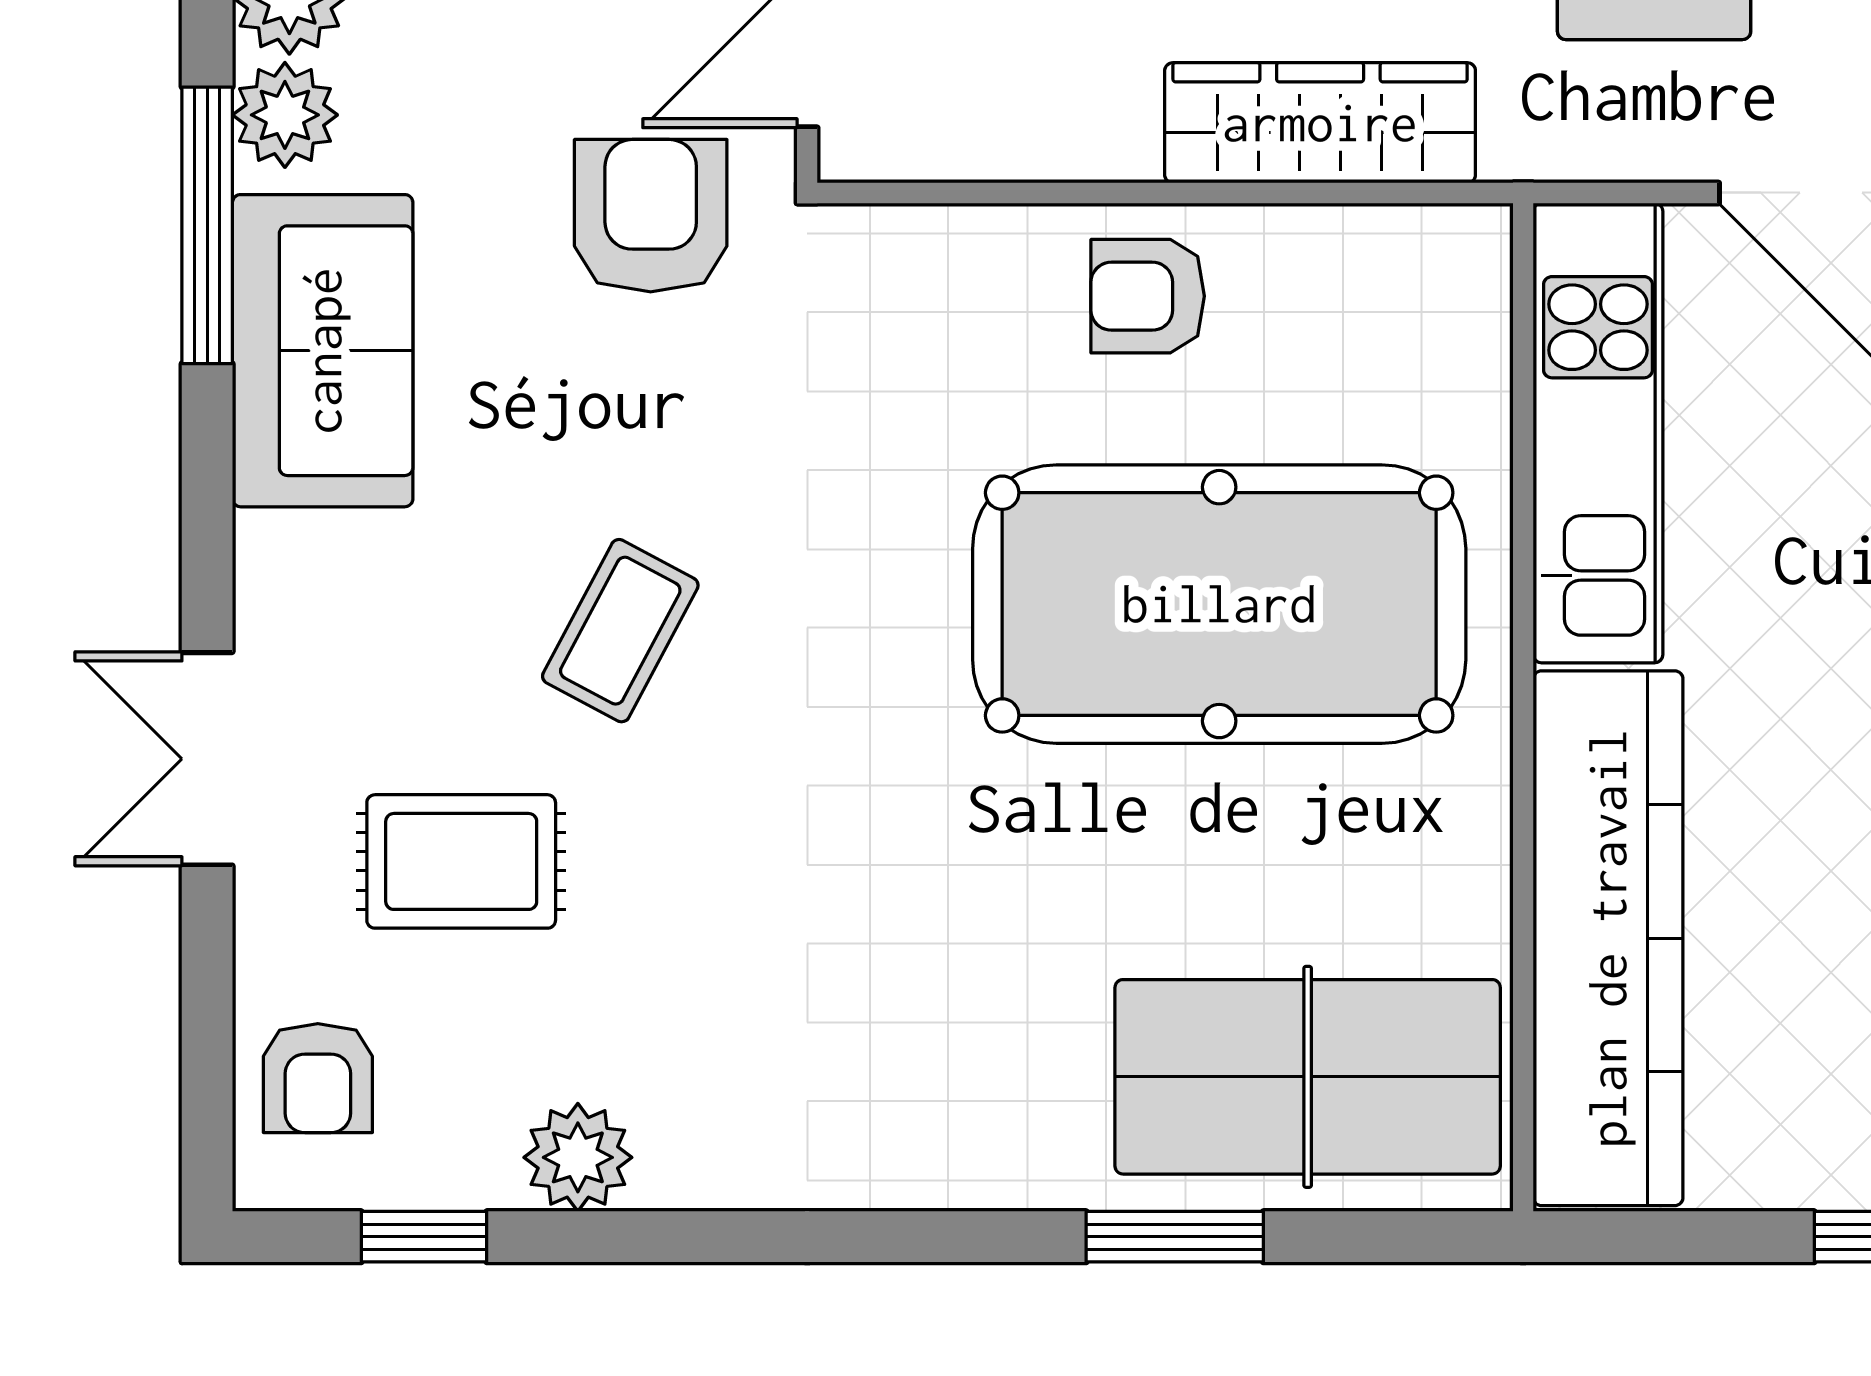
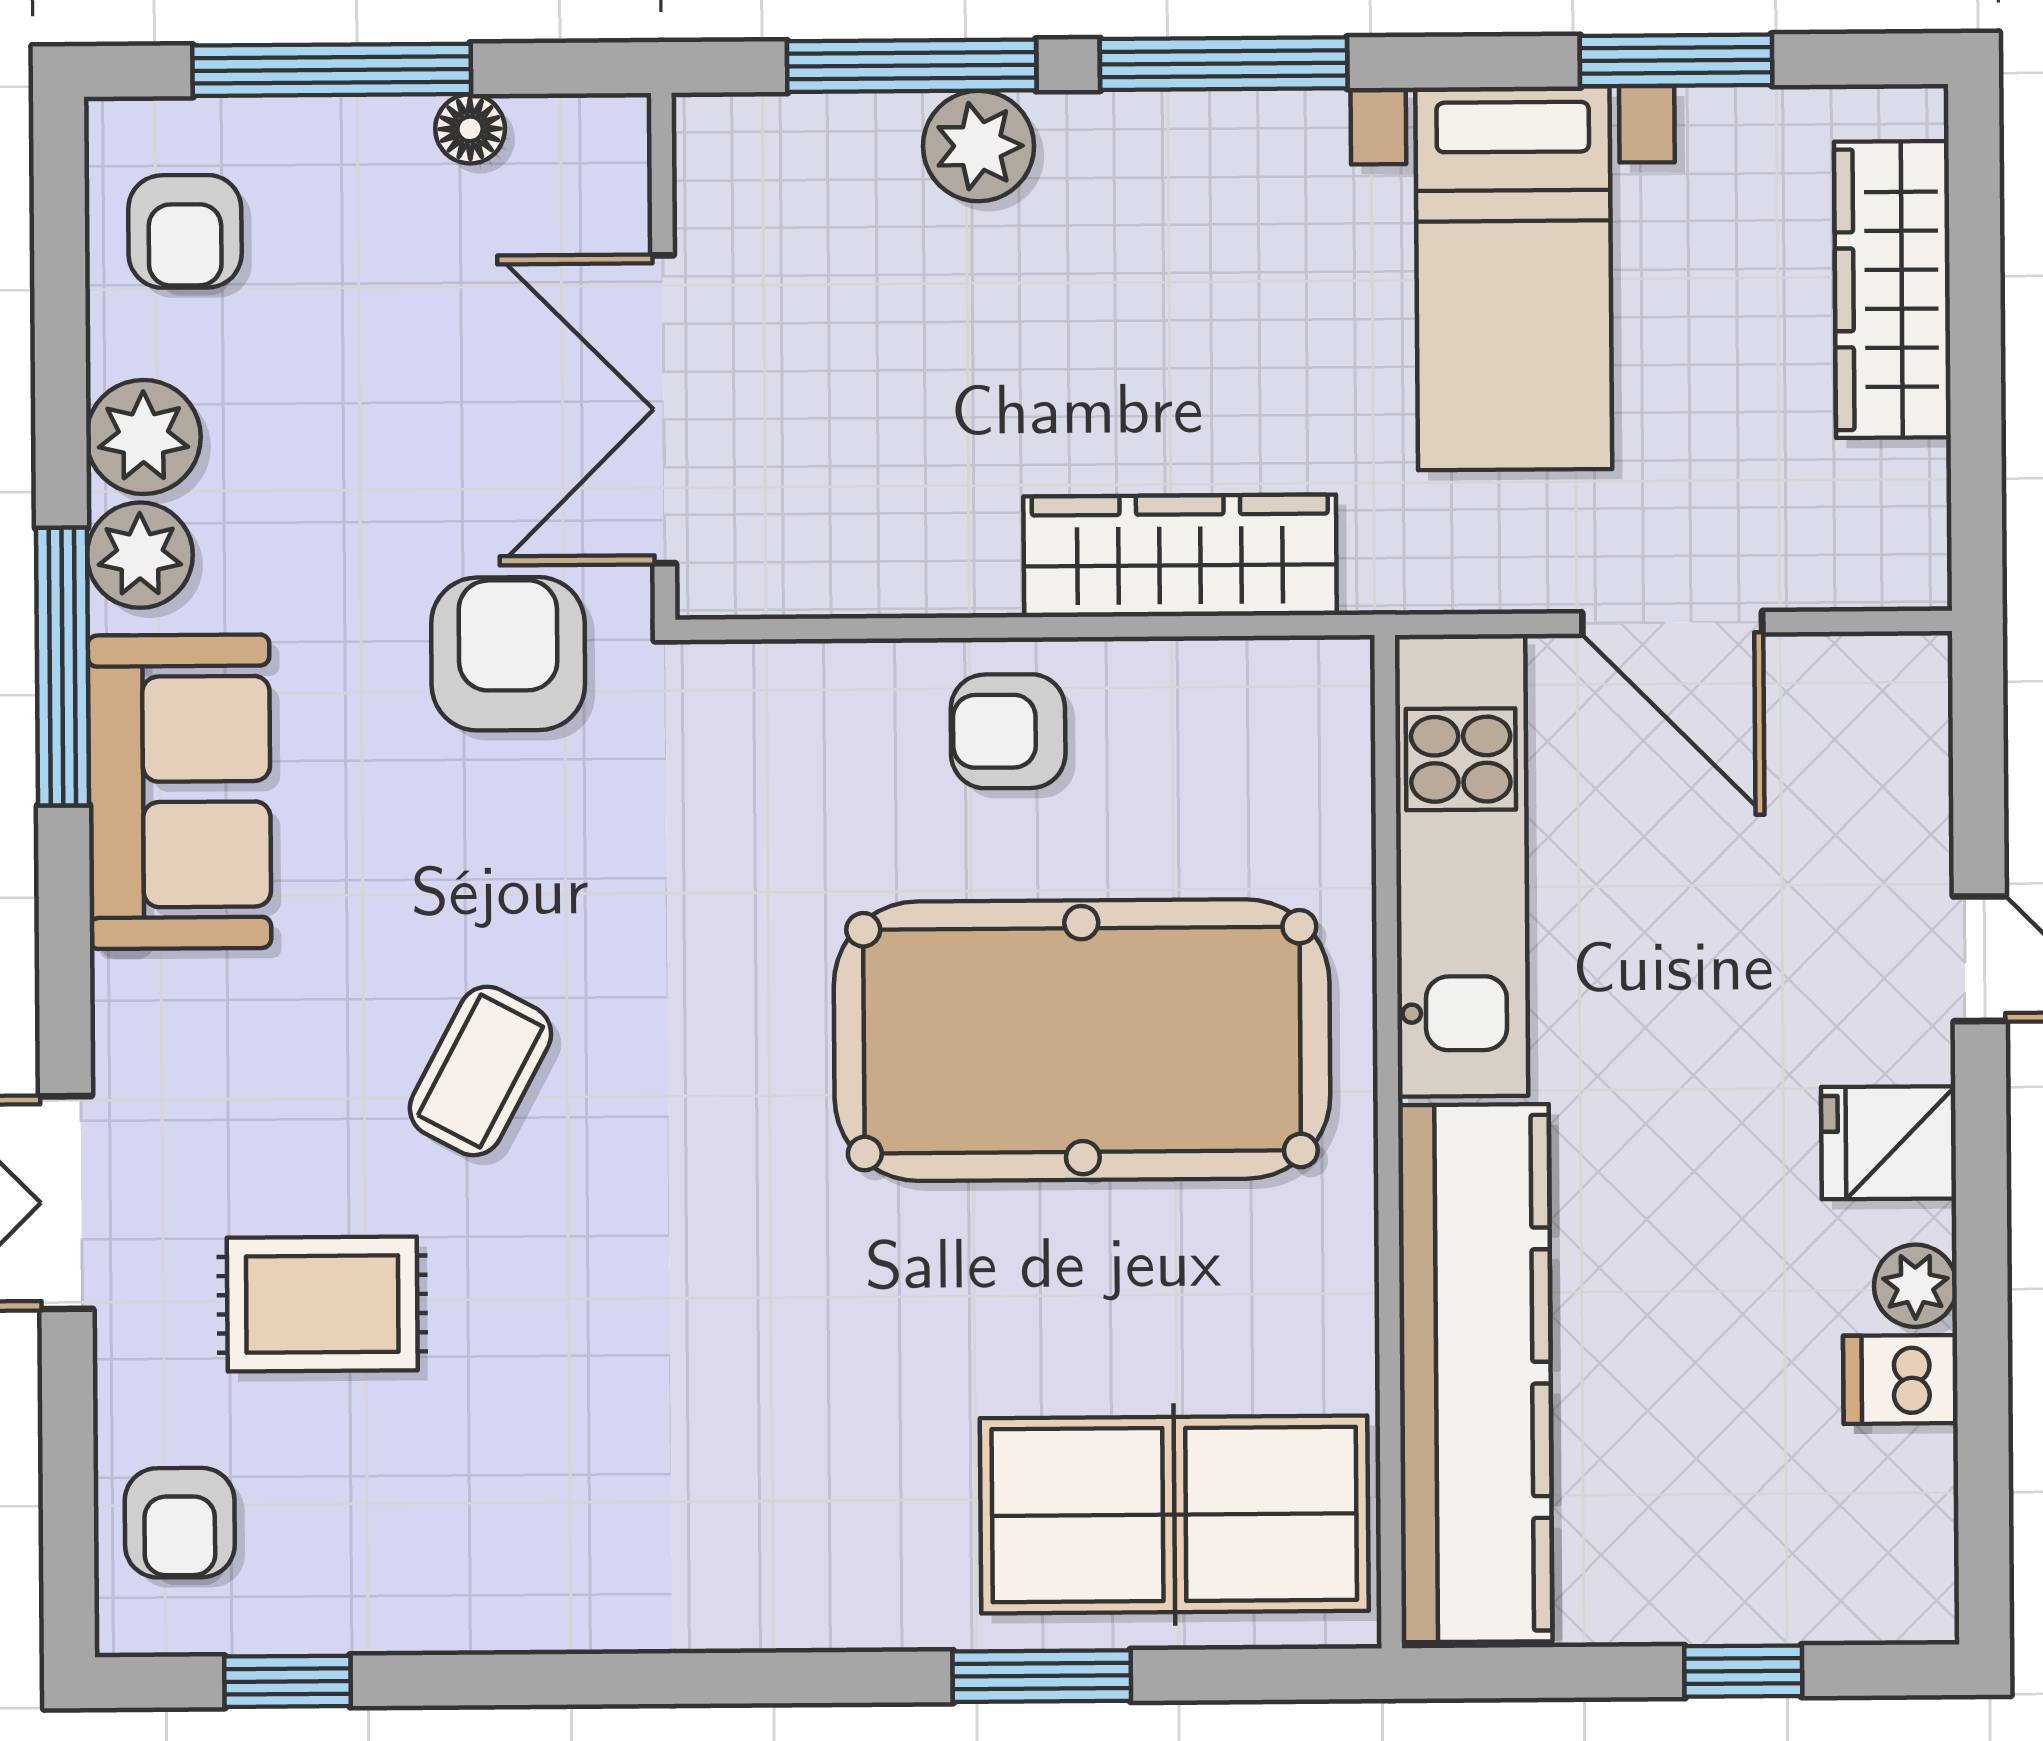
plant: (578, 1157) -> (442, 1601), removed

